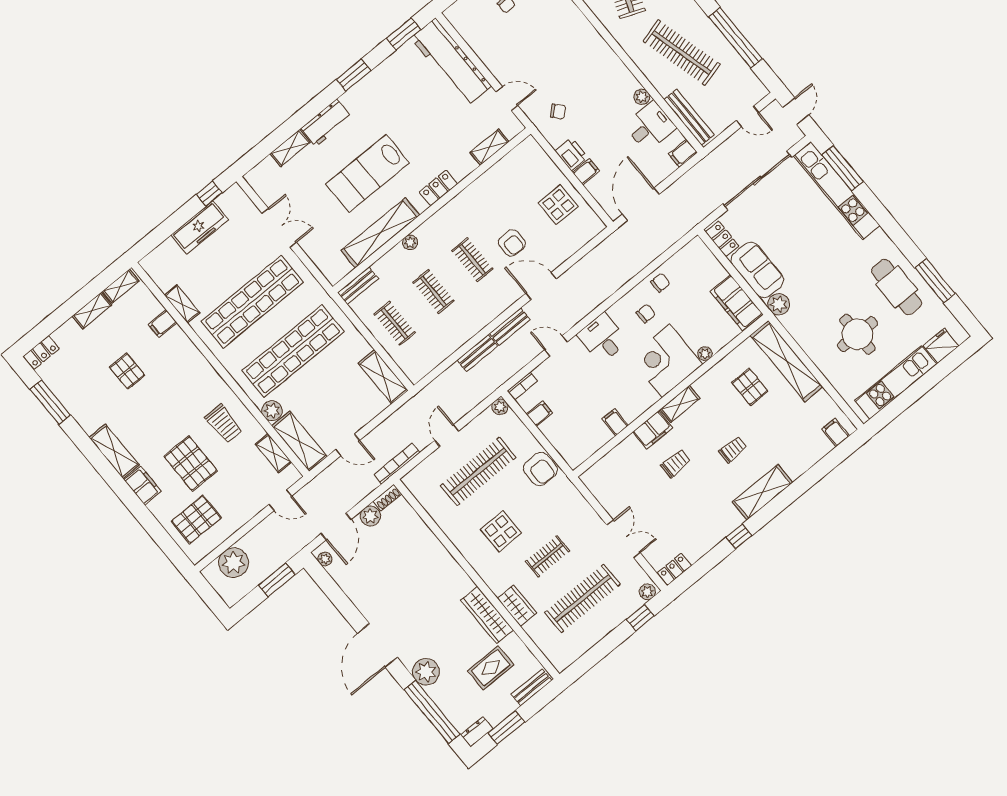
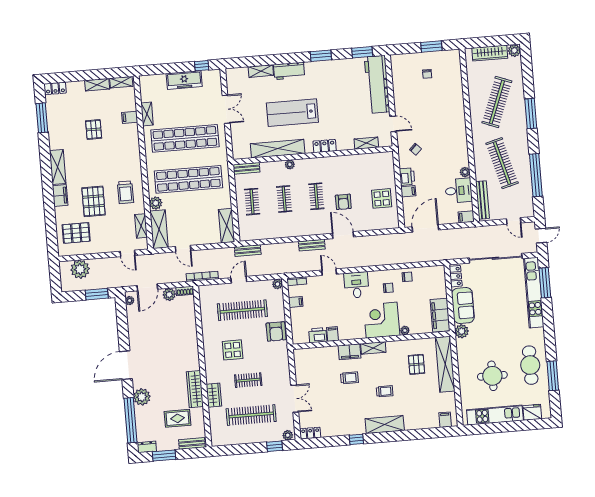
bench: (477, 353) -> (248, 251), moved
printer: (597, 437) -> (318, 335), added

